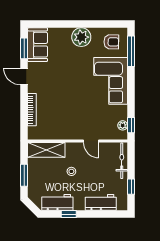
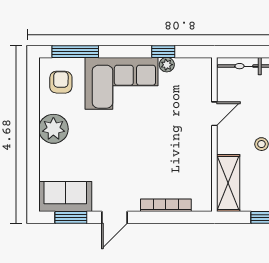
plant: (123, 125) -> (167, 65), moved
window: (131, 125) -> (163, 52), moved

